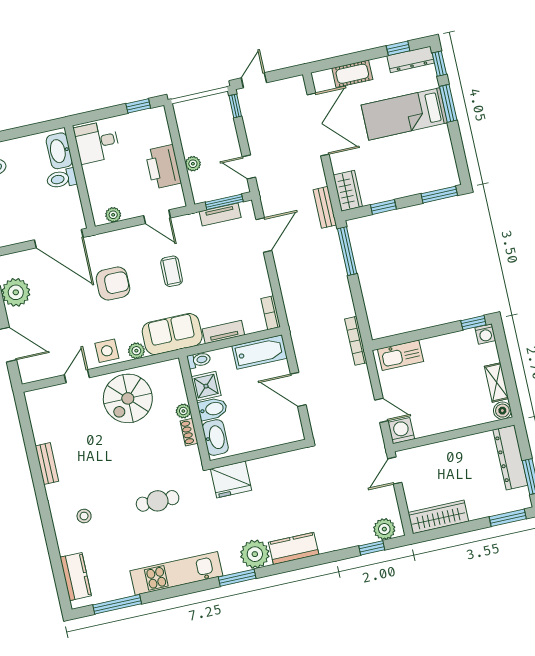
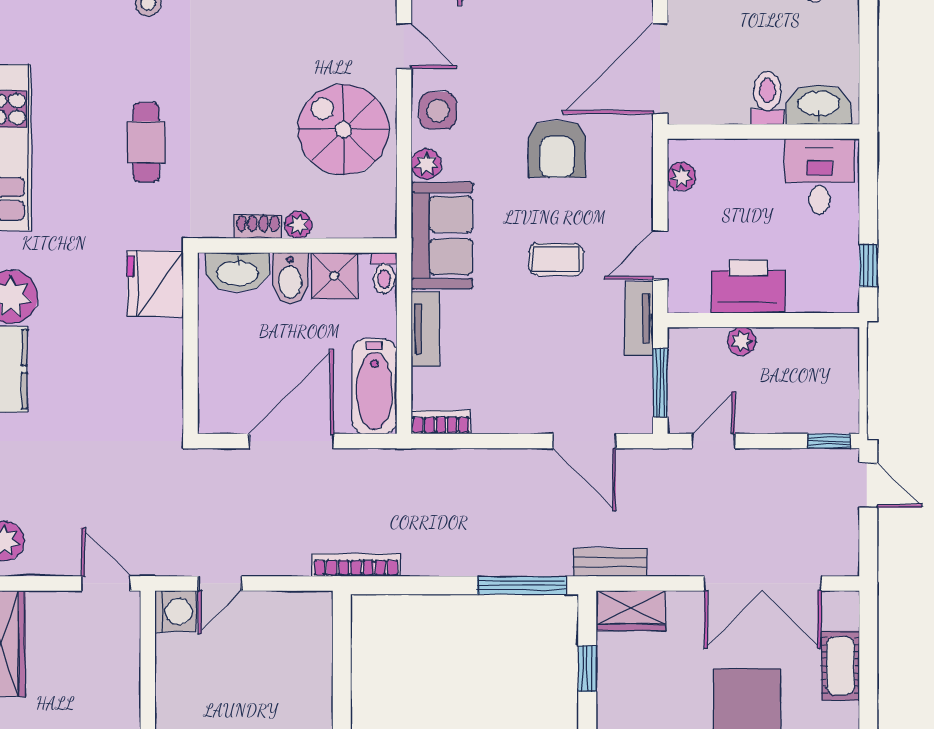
tv unit: (220, 214) -> (639, 319), moved
kitchen sink: (400, 355) -> (312, 640), removed
door: (298, 389) -> (291, 441), width x1.36

